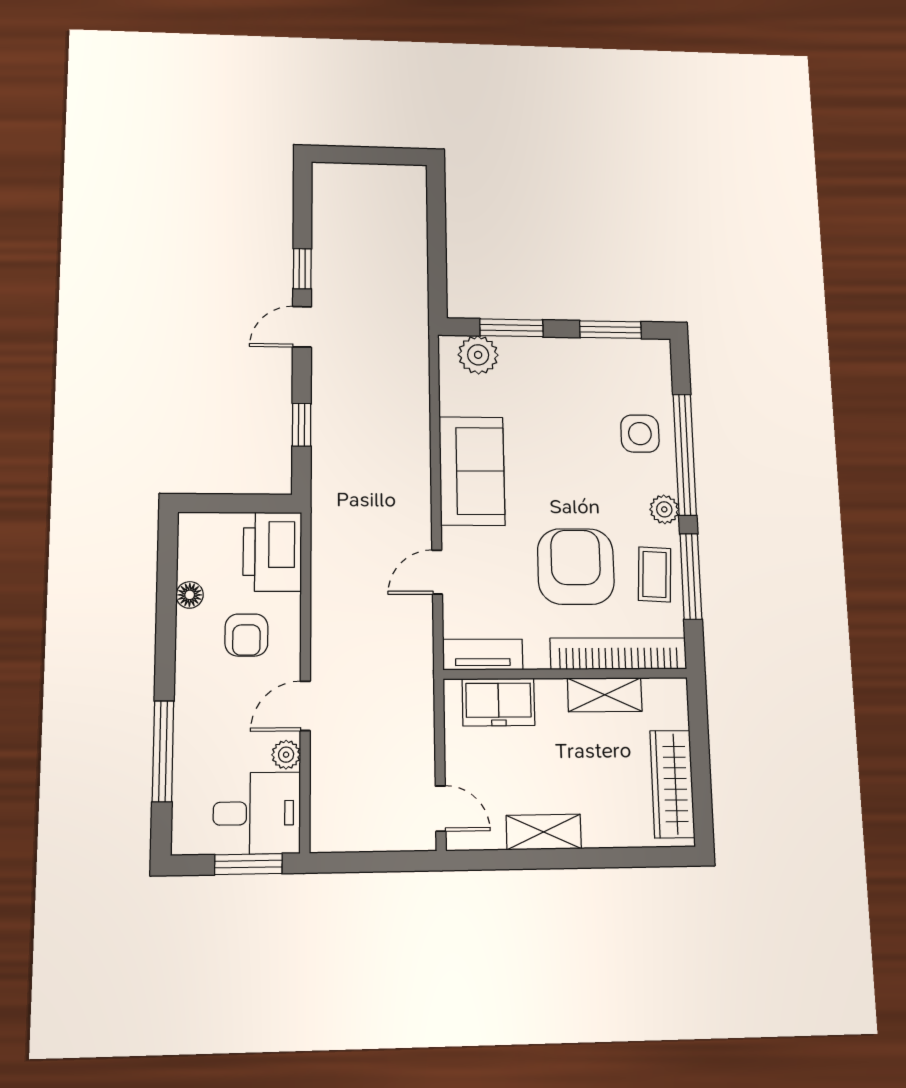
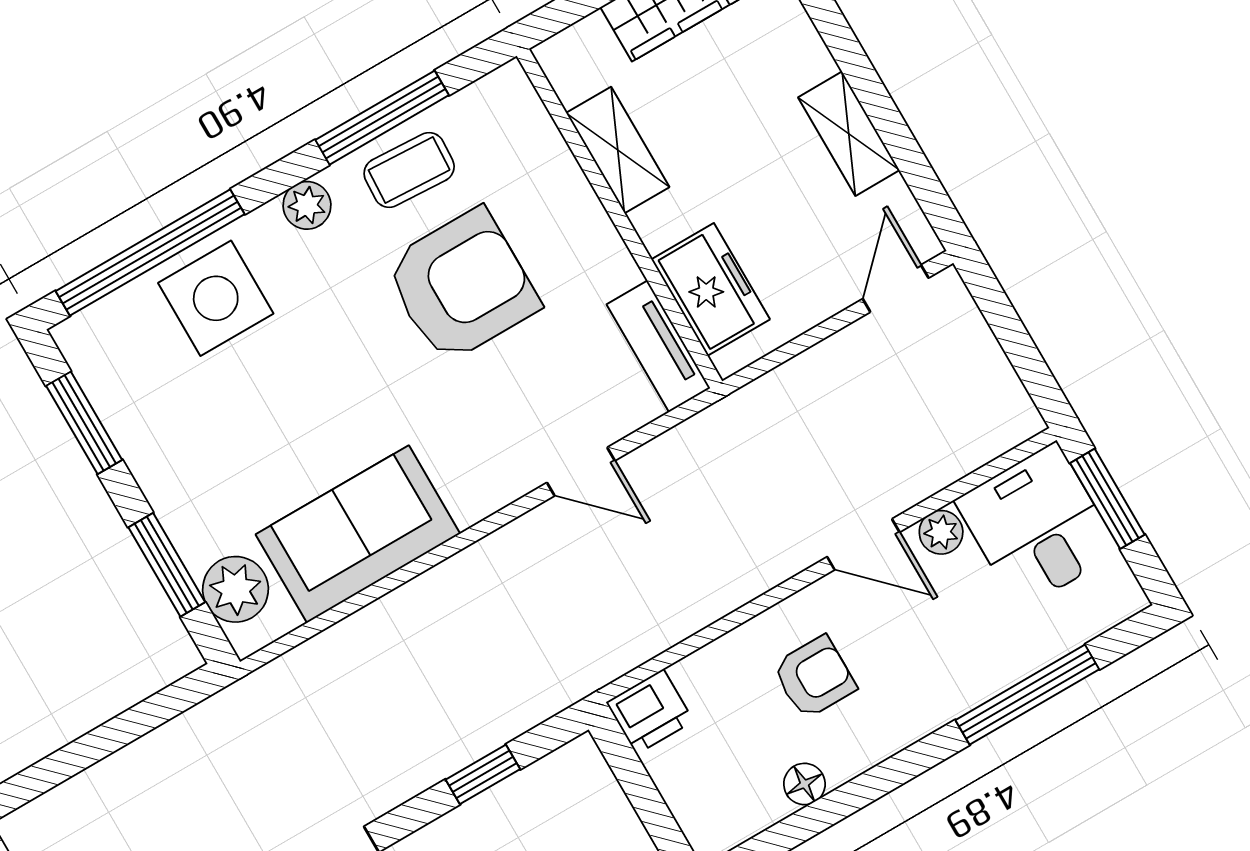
side table: (640, 434) -> (216, 298), width x1.37, depth x1.37
window: (685, 455) -> (150, 253), moved
sofa: (472, 471) -> (358, 534), moved
printer: (272, 552) -> (650, 712), width x0.53, depth x0.68
armchair: (576, 566) -> (462, 286), turned 180
bookcase: (618, 654) -> (550, 161), removed

